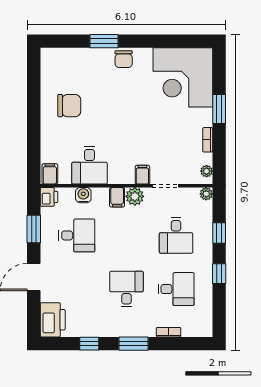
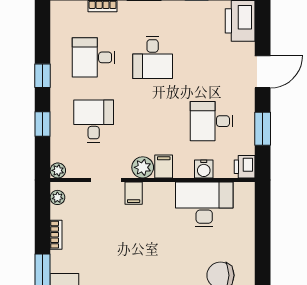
desk: (89, 165) -> (204, 204), width x1.37
filing cabinet: (50, 174) -> (244, 194), removed

